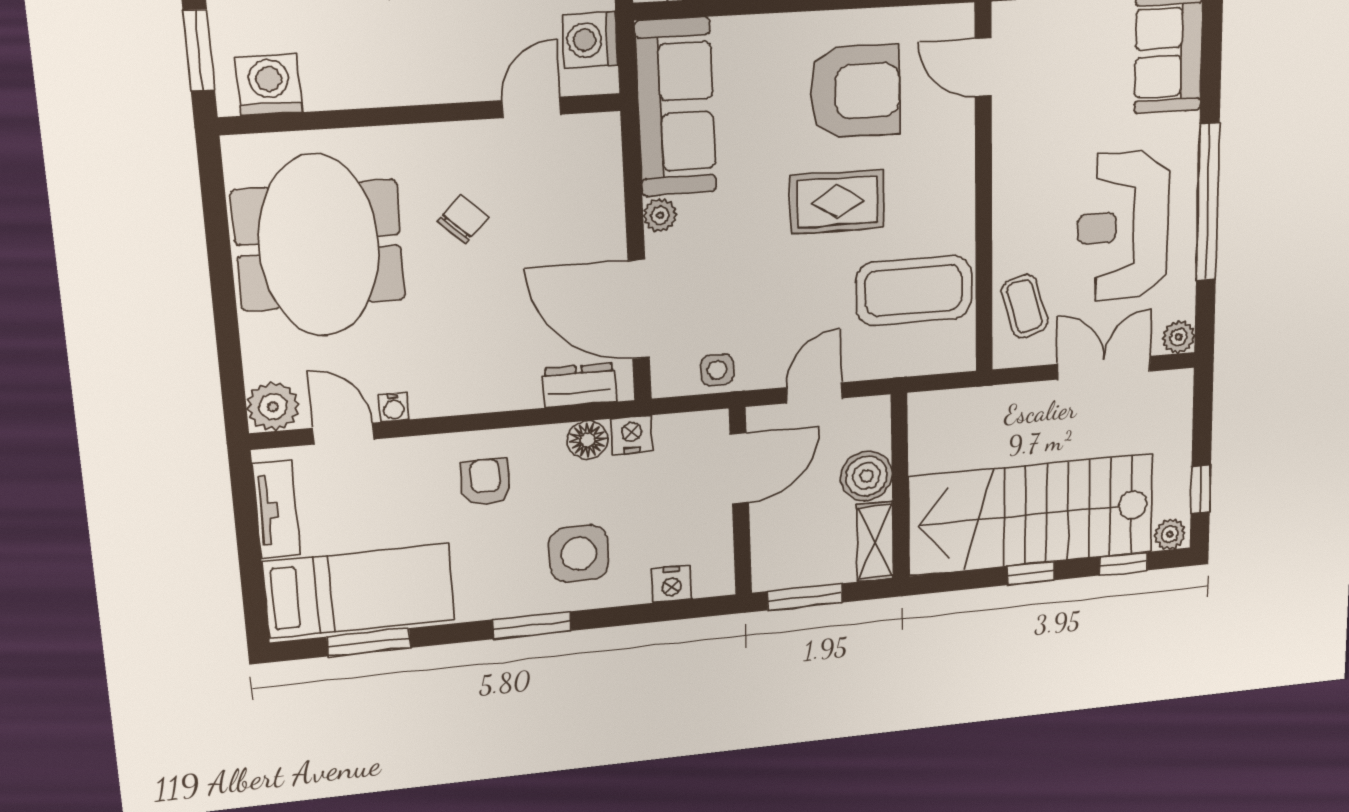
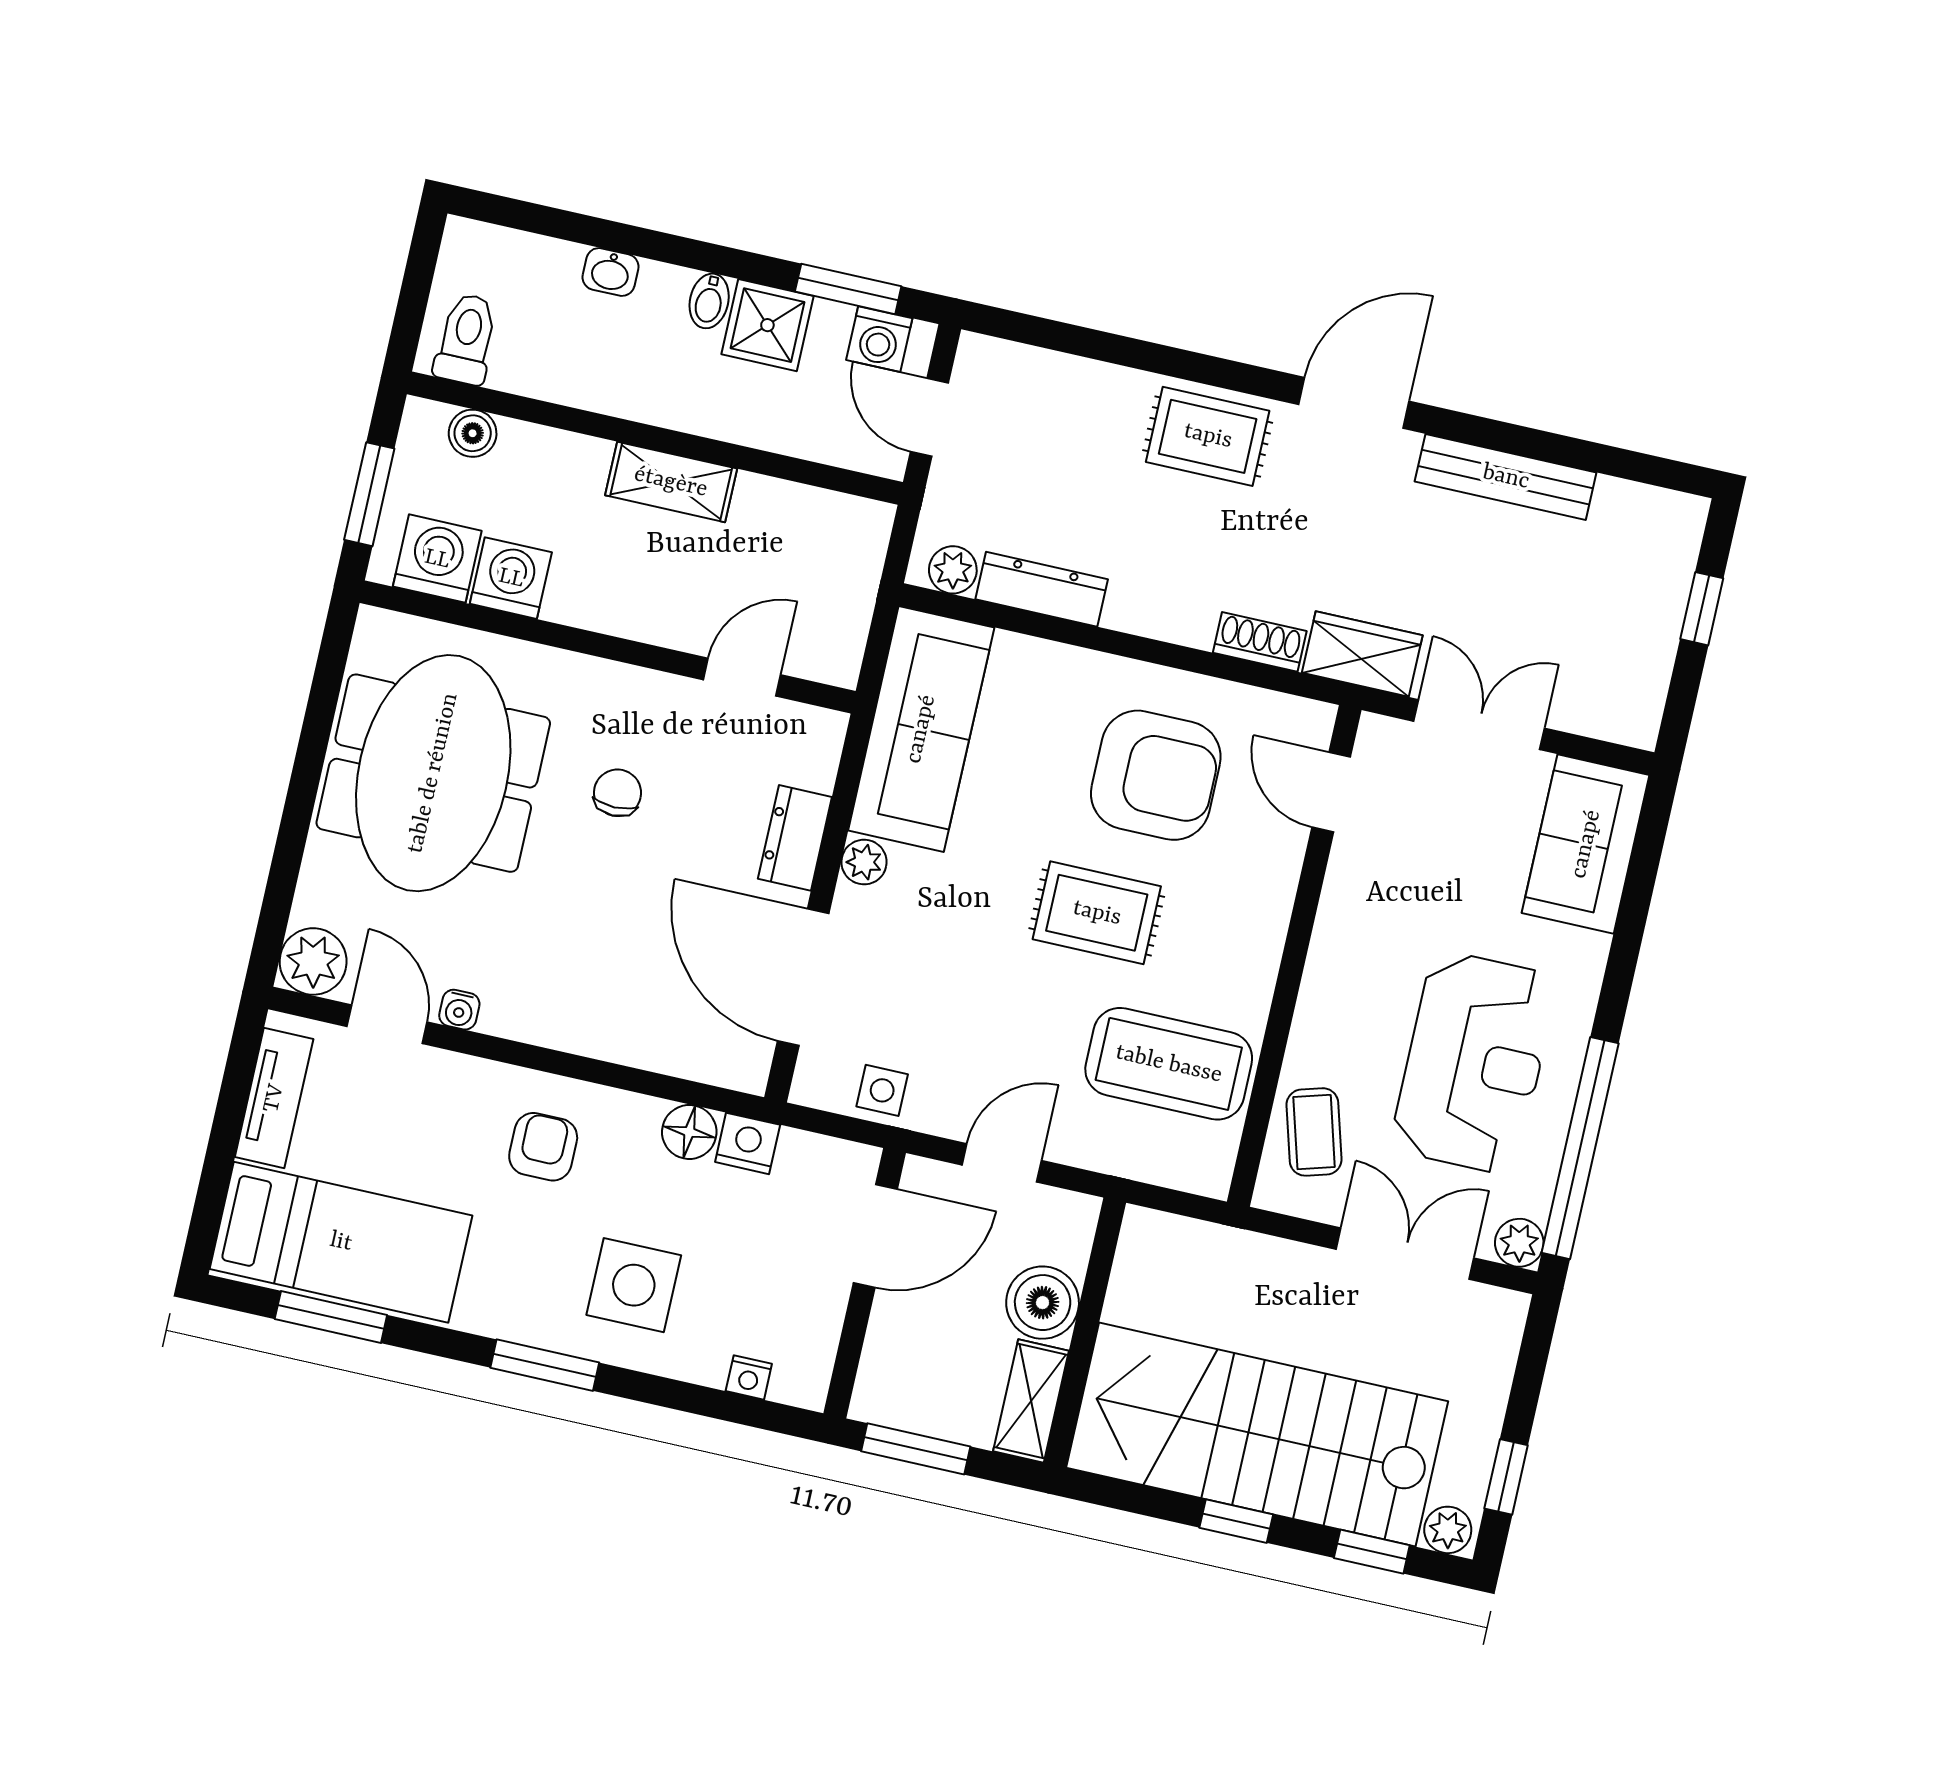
washing machine: (590, 40) -> (511, 578), moved, turned 90
window: (1208, 202) -> (1580, 1148), moved
chair: (463, 219) -> (618, 793), turned -44
reception desk: (1123, 226) -> (1474, 1063), turned 180
dresser: (580, 385) -> (795, 838), moved, turned -90
nightstand: (672, 584) -> (749, 1377), width x0.72, depth x0.74

